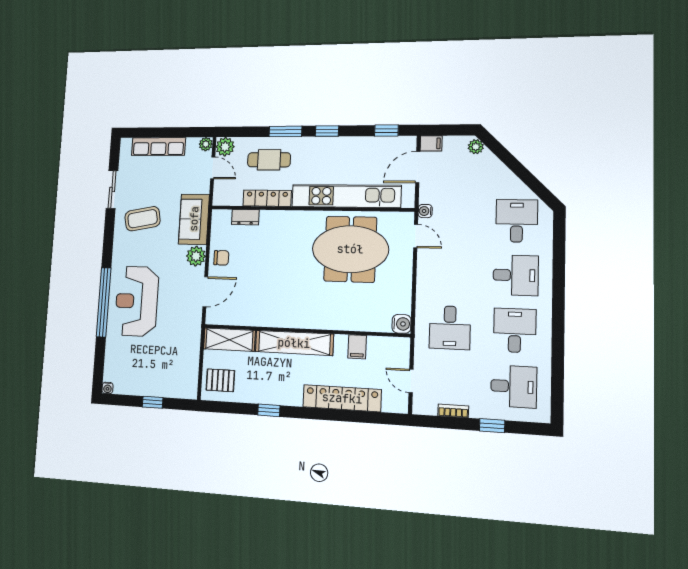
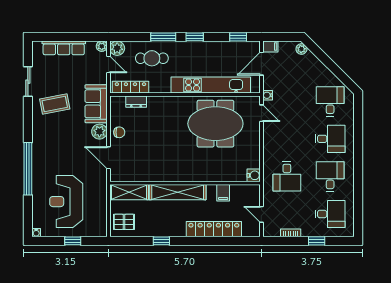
locker: (267, 198) -> (130, 87), moved
door: (205, 292) -> (108, 158), swing flipped
reception desk: (137, 301) -> (66, 202), moved

